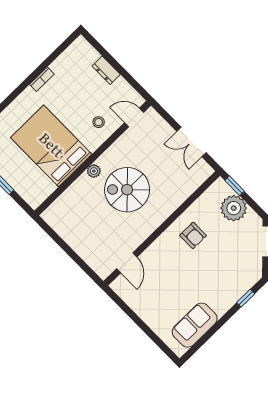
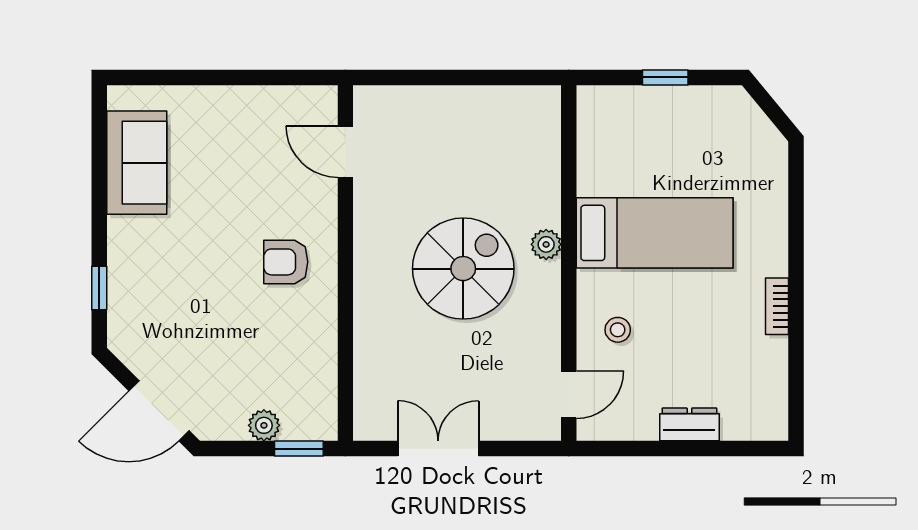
bed: (51, 146) -> (655, 233), width x0.67
plant: (234, 208) -> (264, 425), width x0.53, depth x0.53
armchair: (193, 235) -> (286, 262), moved

